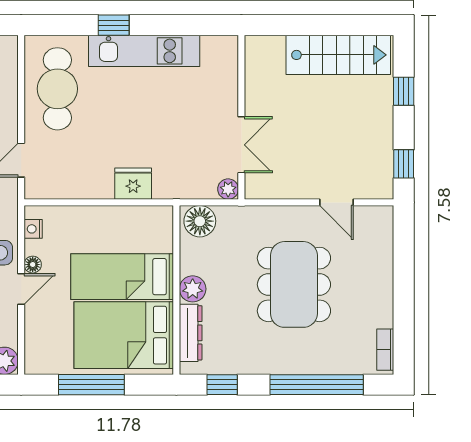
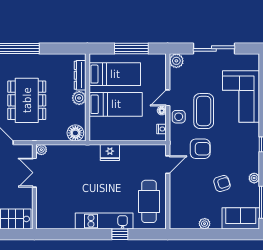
wall: (241, 117) -> (34, 187), moved
double door: (241, 145) -> (34, 173), moved
plant: (228, 189) -> (41, 150), moved
bed: (124, 335) -> (115, 74), width x0.67
window: (222, 385) -> (64, 49), removed

